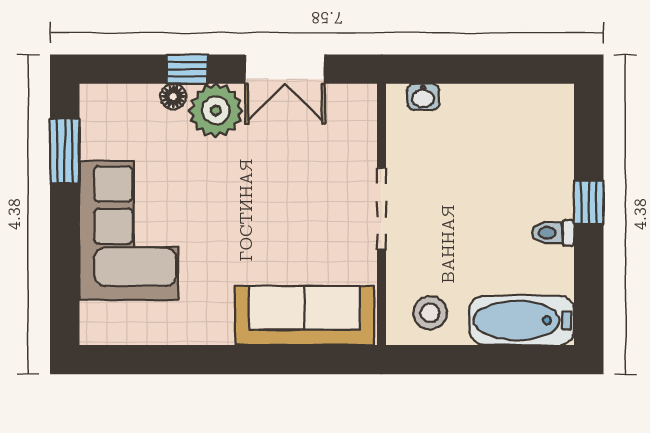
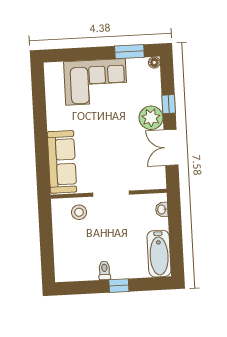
floor lamp: (173, 97) -> (154, 62), moved
stool: (430, 313) -> (79, 212), moved
bathtub: (522, 320) -> (159, 254), moved, turned 180

